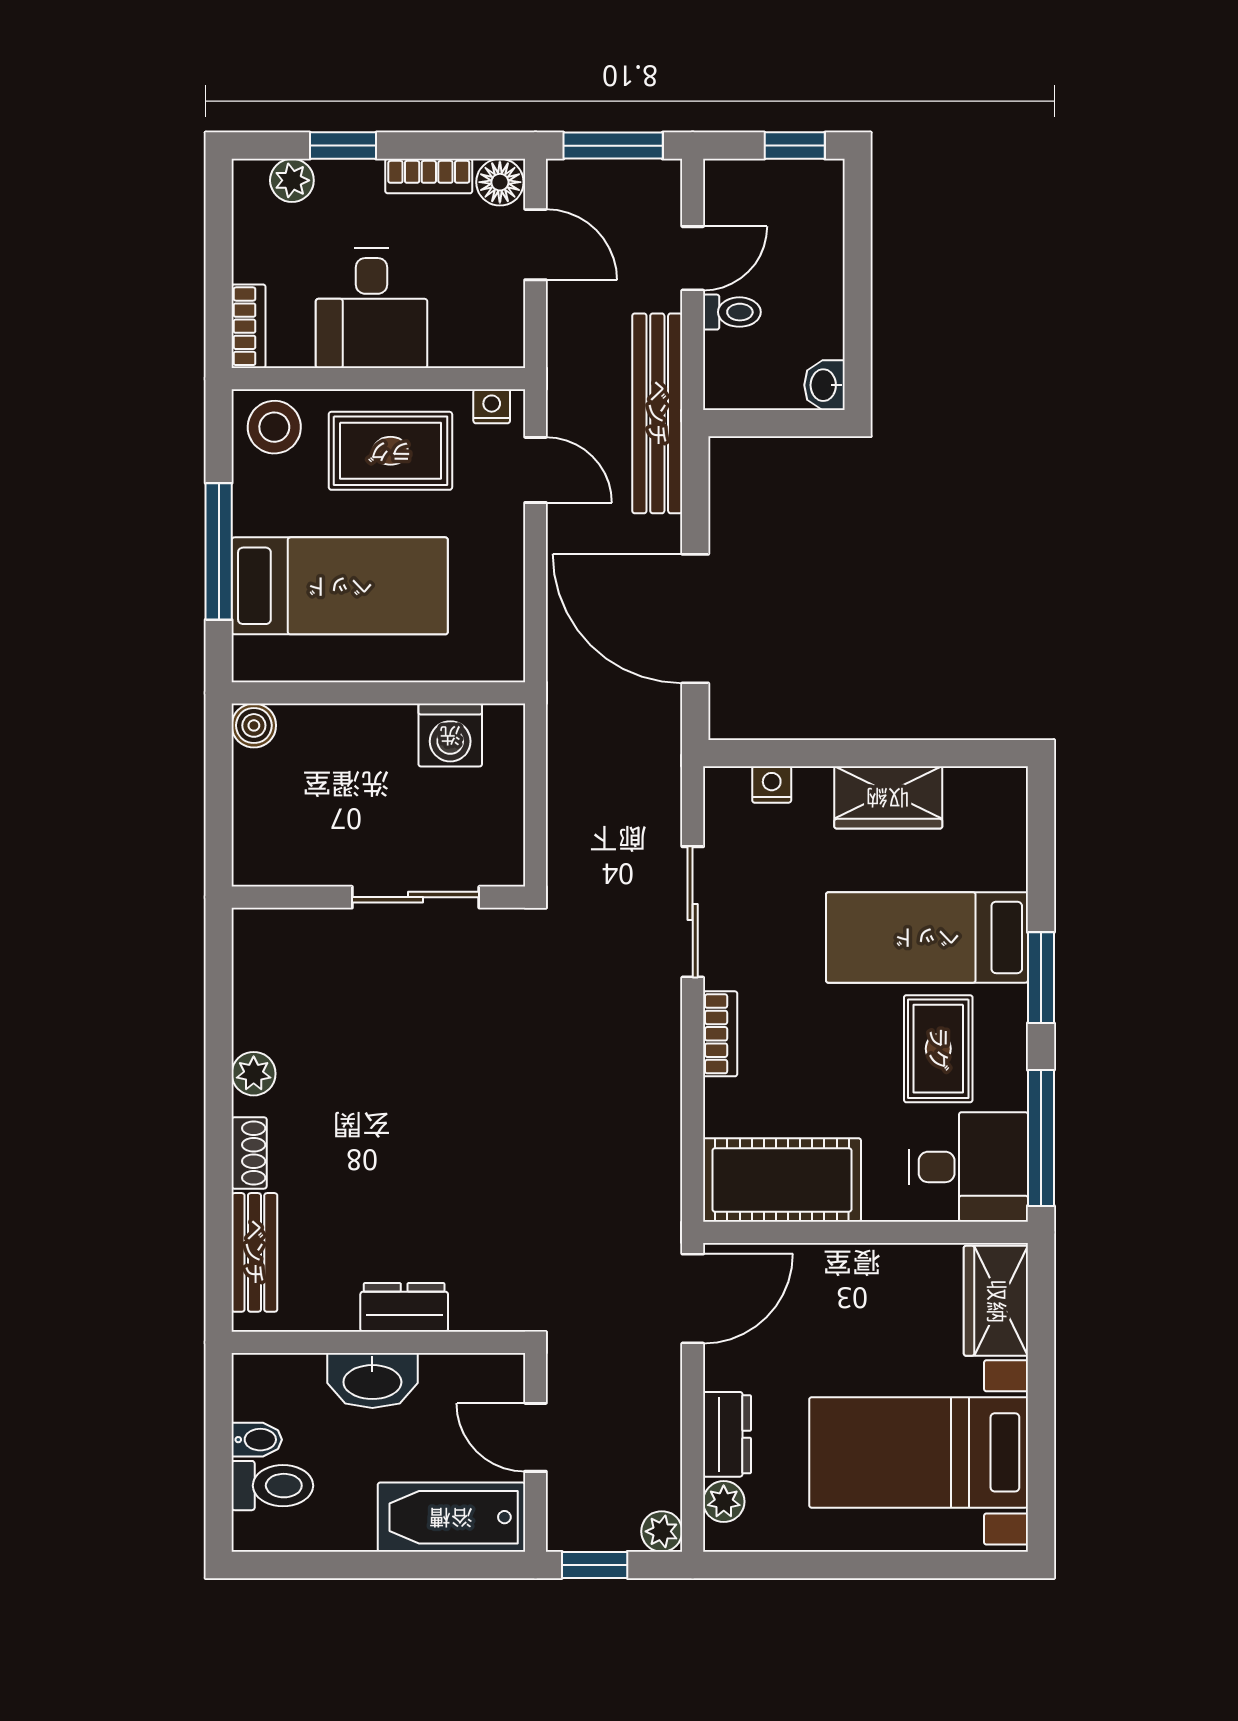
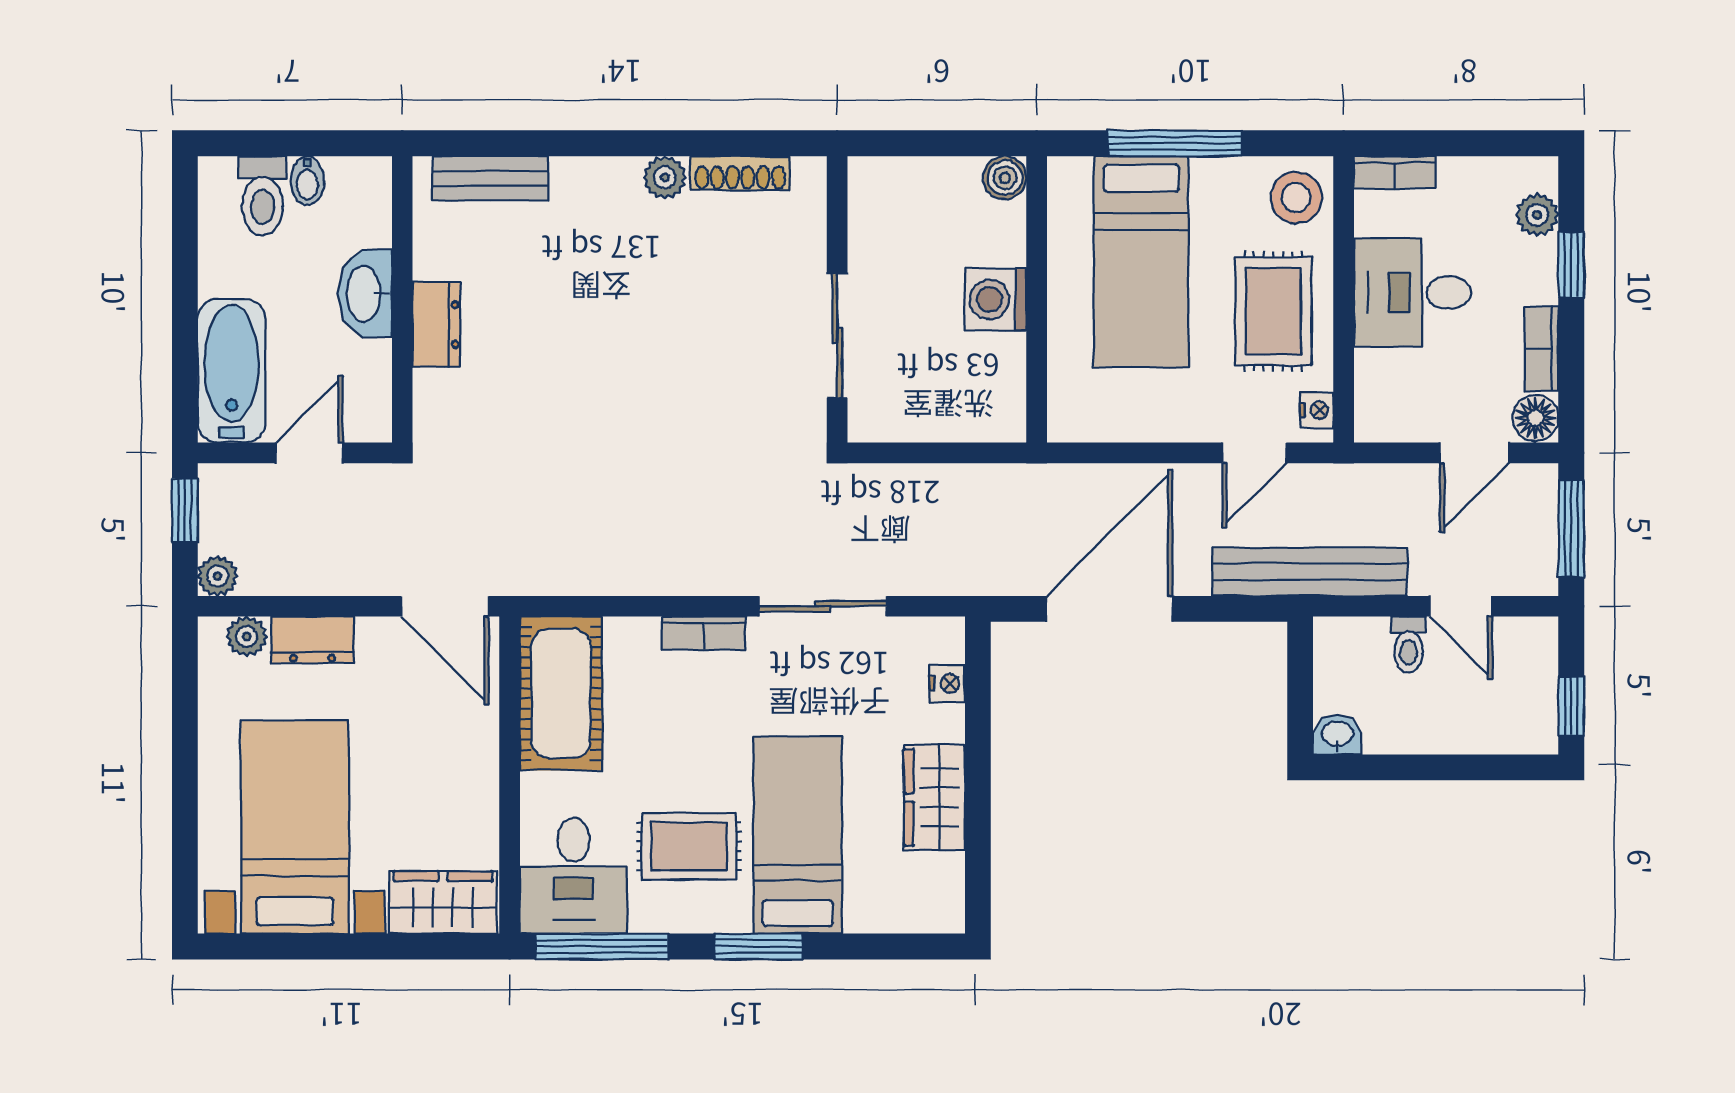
washing machine: (450, 735) -> (996, 299), moved
shoe rack: (249, 1153) -> (740, 173), moved, width x1.43

